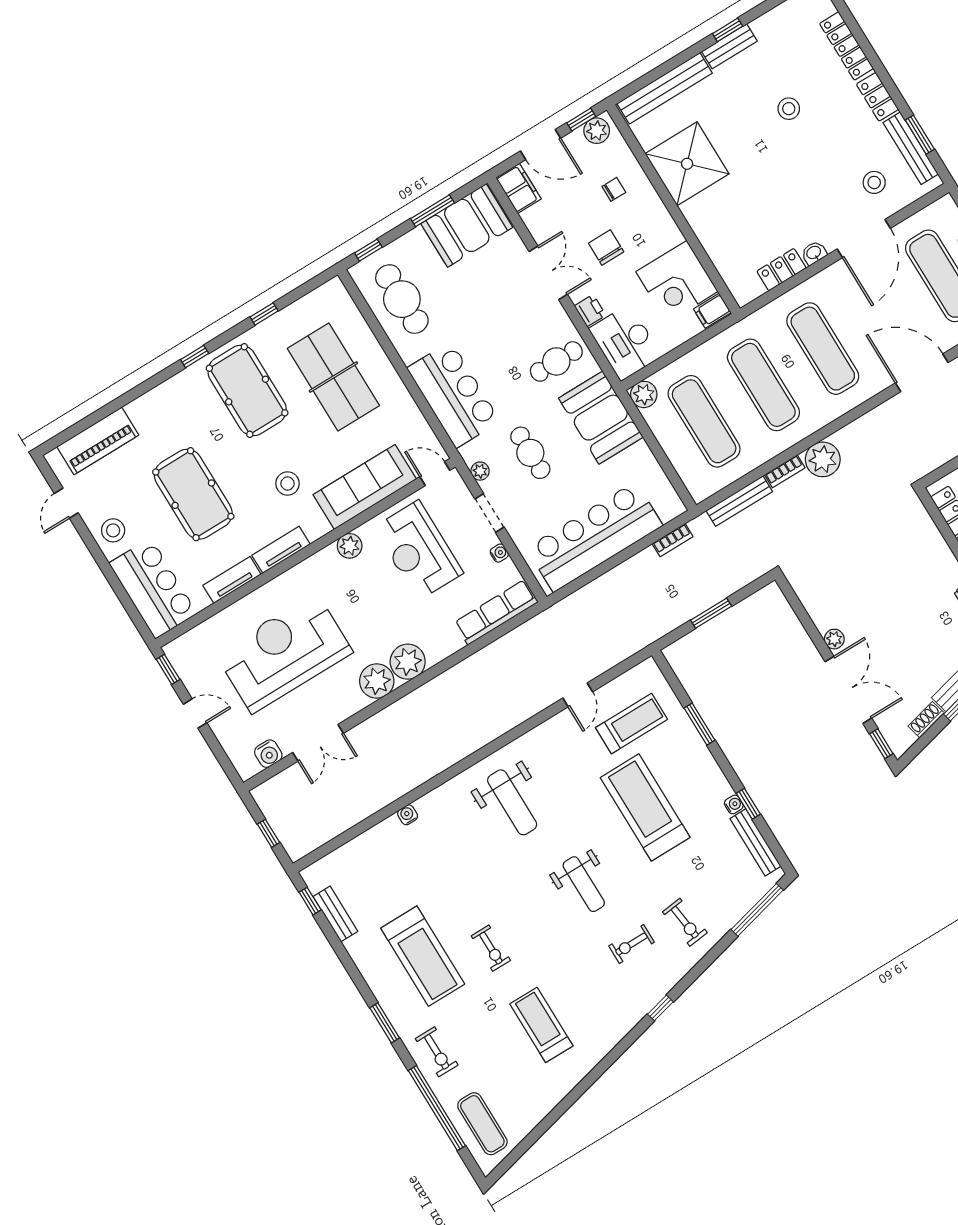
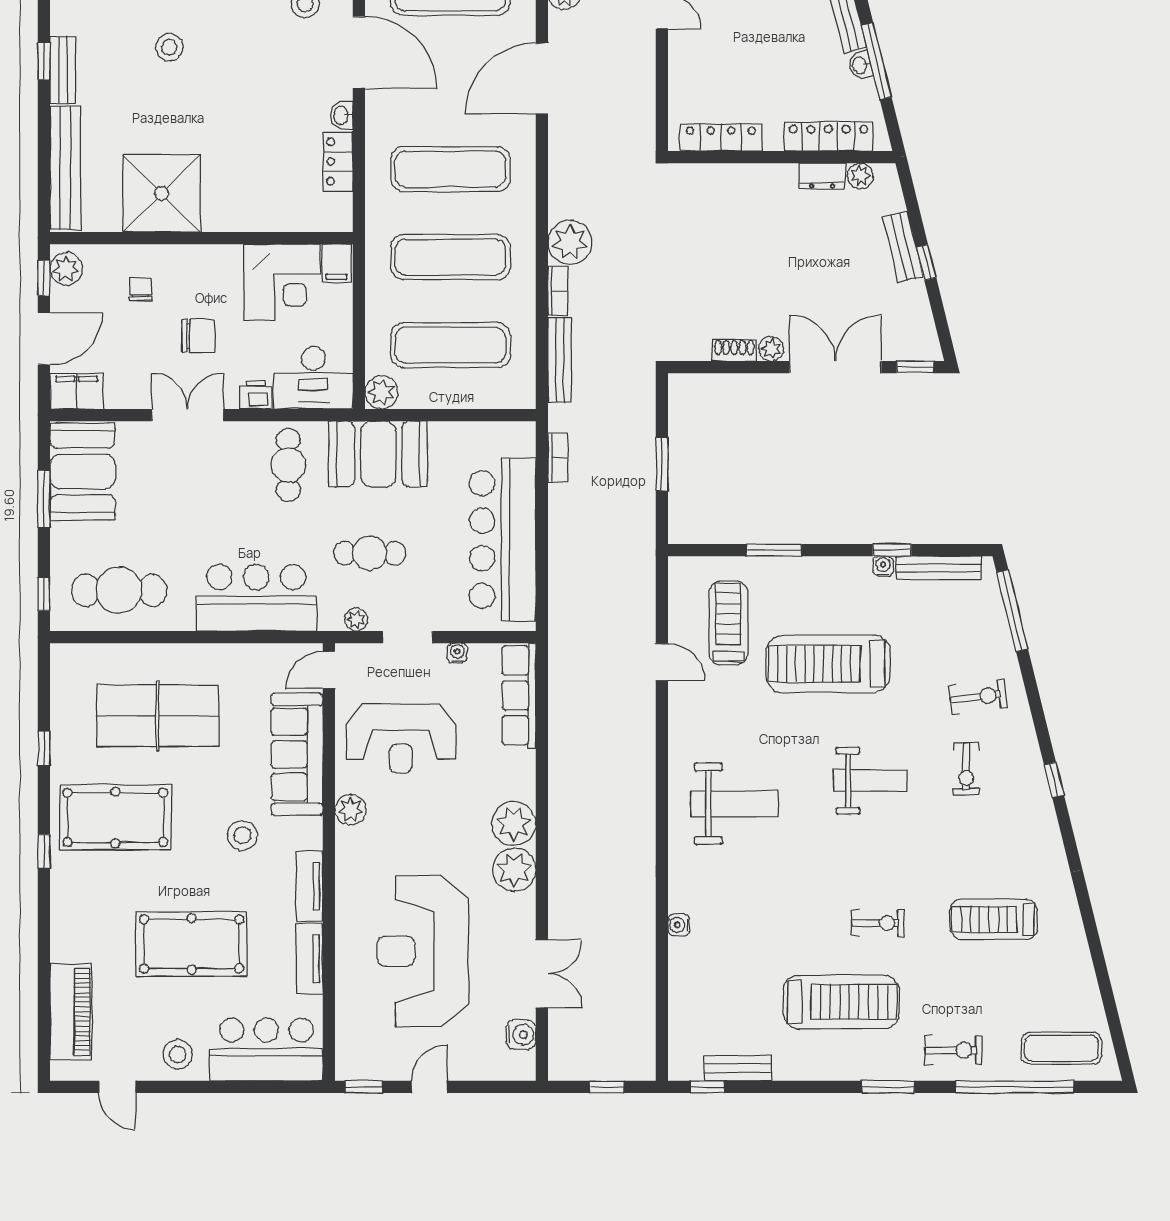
chair: (606, 247) -> (198, 336), turned 180
shoe rack: (926, 720) -> (734, 350), moved, turned 104

